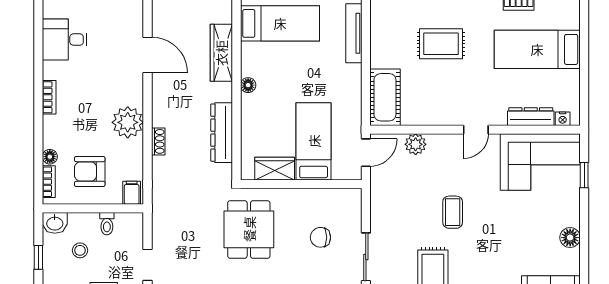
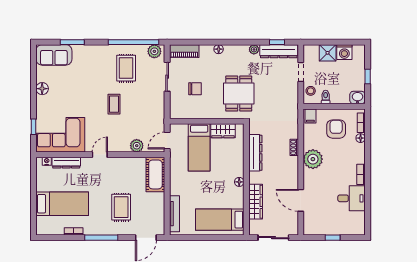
desk: (65, 40) -> (352, 198), moved
rug: (441, 44) -> (121, 207), turned 90
armchair: (90, 171) -> (336, 129), turned -90
stool: (80, 250) -> (311, 91), moved

